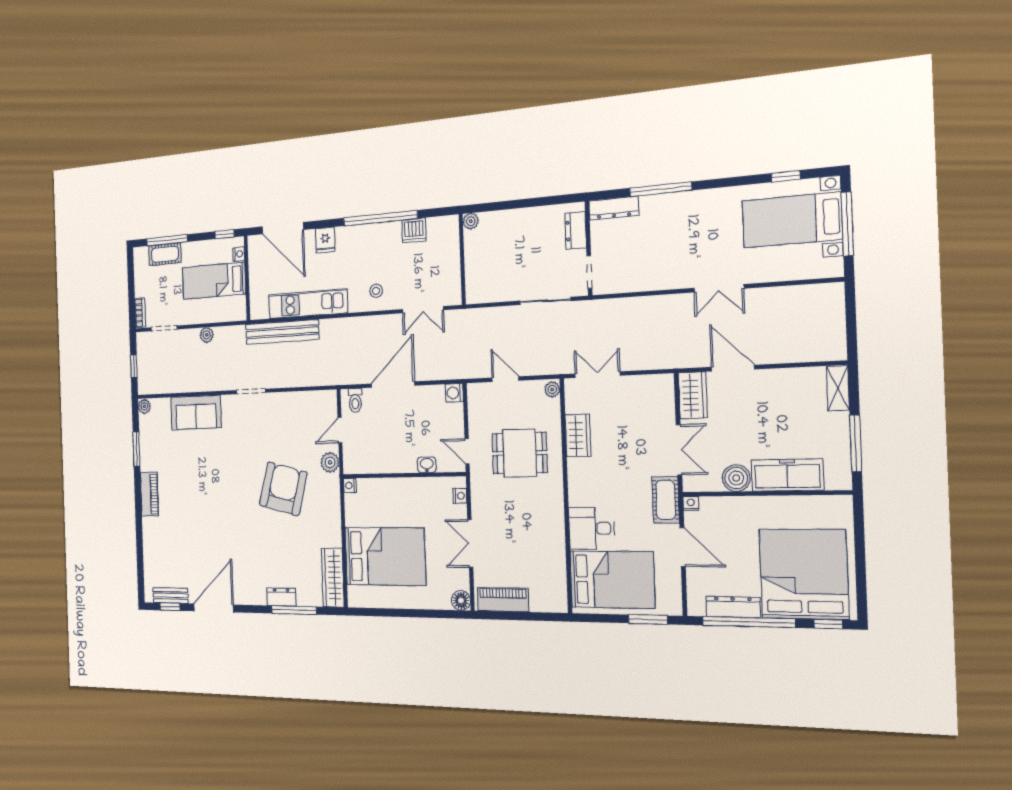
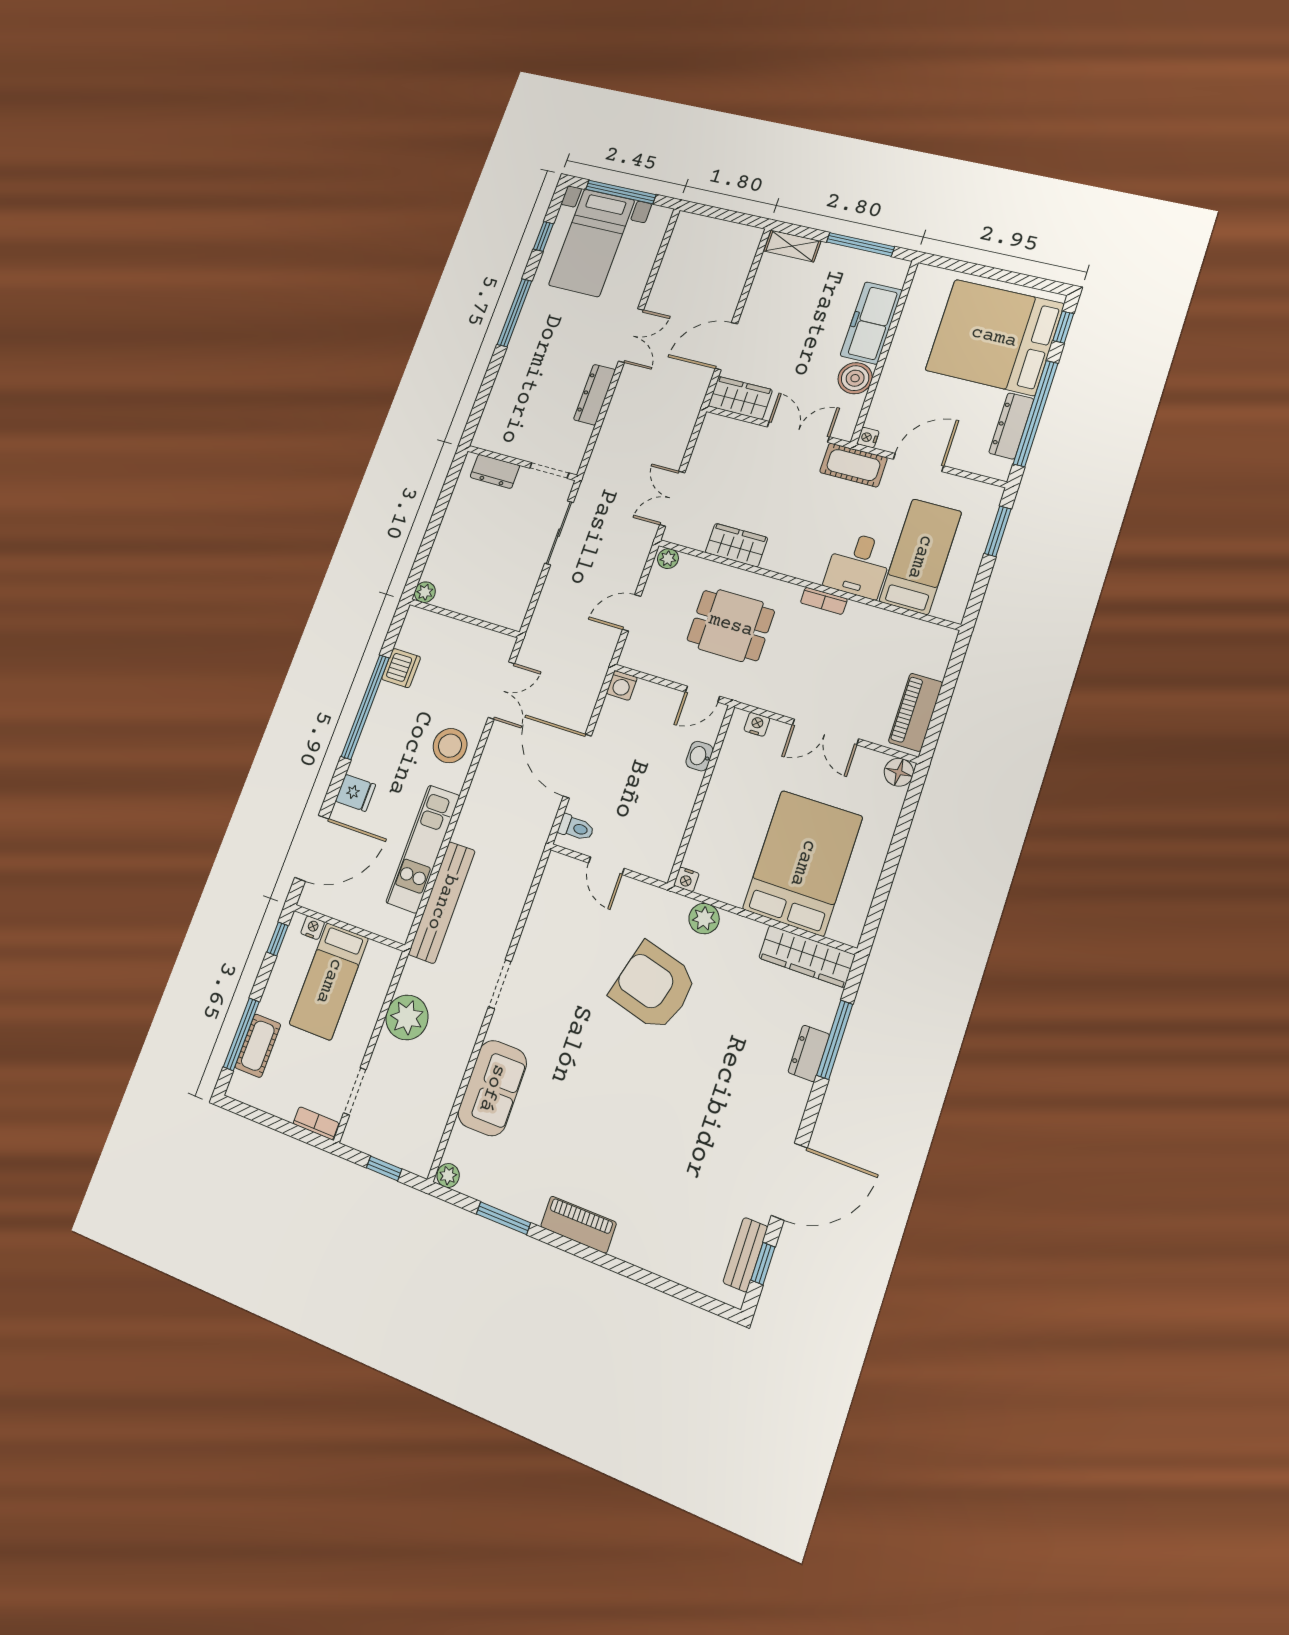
window: (660, 189) -> (514, 313), moved
dresser: (614, 208) -> (595, 395), moved, turned 180
stool: (376, 291) -> (450, 746), width x1.89, depth x1.89
plant: (207, 335) -> (407, 1017), width x1.87, depth x1.87
dining table: (520, 453) -> (731, 625), turned 90
plant: (330, 462) -> (704, 919), moved
bookcase: (558, 512) -> (824, 601), added
bed: (612, 580) -> (920, 557), width x0.67
door: (214, 608) -> (789, 1182), swing flipped

